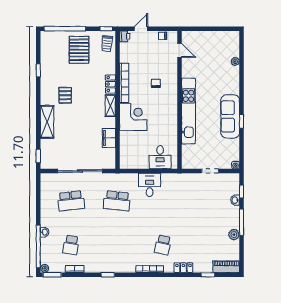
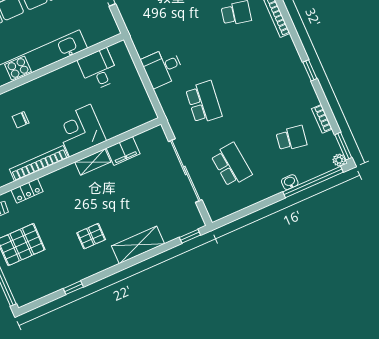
locker: (110, 84) -> (27, 191), moved
shelving: (110, 106) -> (93, 162), moved
desk: (160, 157) -> (99, 69), moved, turned -90

